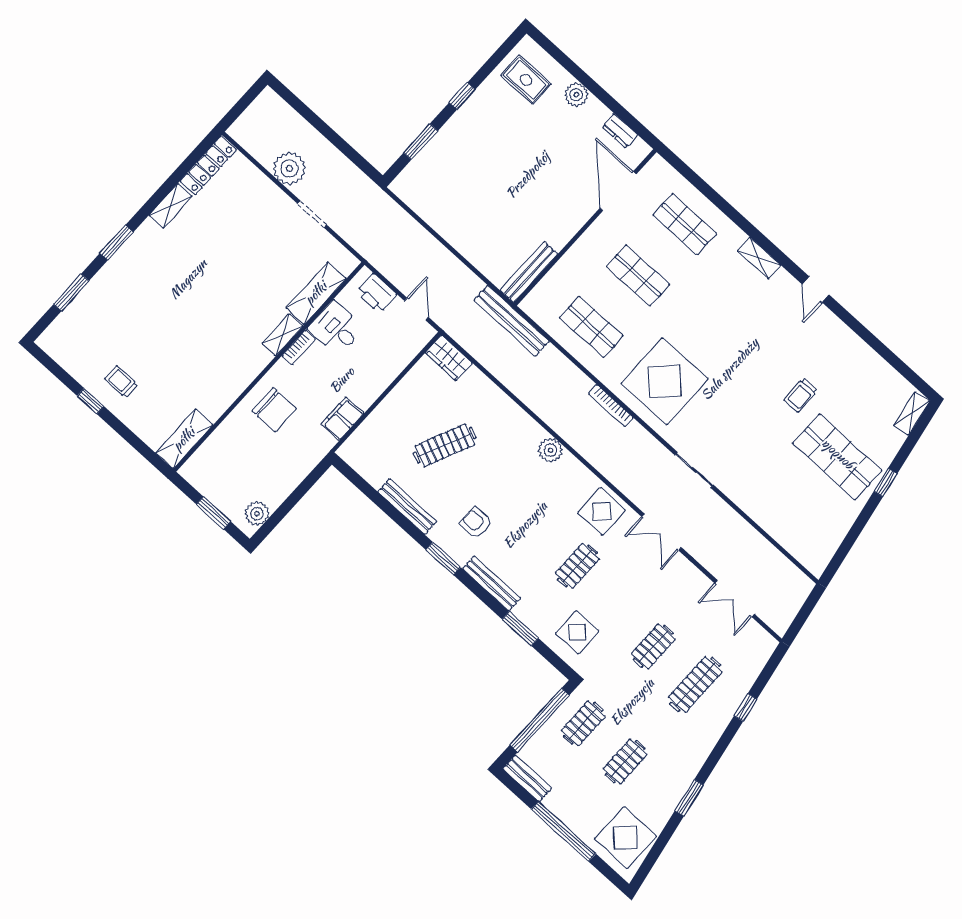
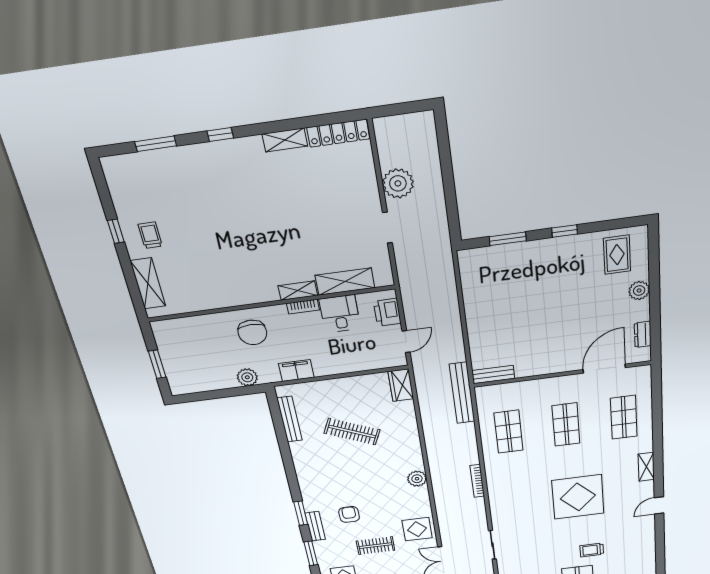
window: (116, 243) -> (220, 135), width x0.67
bench: (529, 272) -> (493, 374), width x0.73
display table: (665, 381) -> (578, 497), moved
shelving: (184, 439) -> (148, 283), moved, turned 90
bench: (407, 507) -> (289, 419), moved
plant: (257, 514) -> (247, 377), moved
armchair: (476, 523) -> (349, 514), moved
window: (443, 559) -> (301, 513), moved
bench: (492, 583) -> (315, 526), width x0.73

